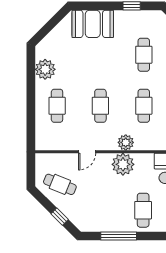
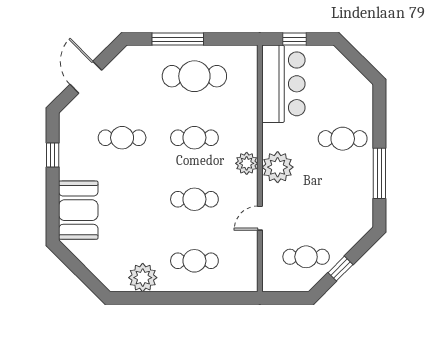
door: (87, 152) -> (260, 218), swing flipped
cafe table: (60, 184) -> (306, 257), turned 68
window: (60, 217) -> (340, 269), moved

